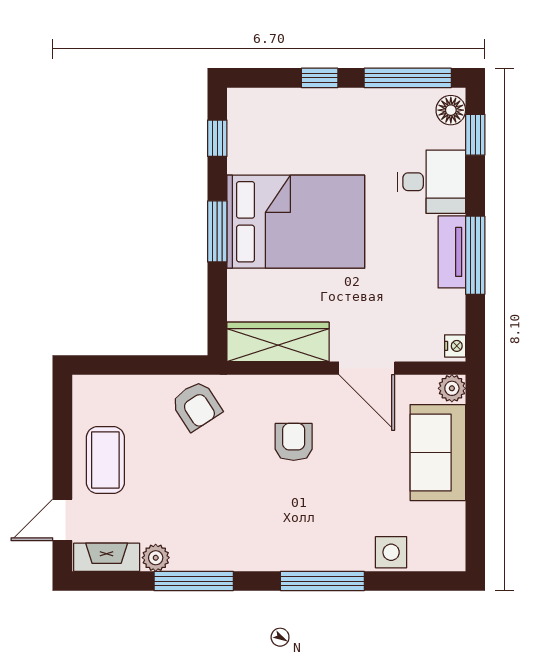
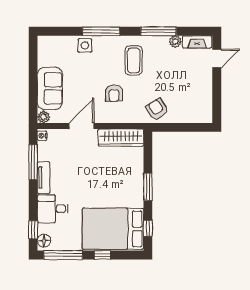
bed: (296, 222) -> (113, 229), moved
window: (475, 255) -> (33, 162), moved
door: (367, 368) -> (81, 126), hinge flipped
coffee table: (105, 460) -> (134, 60), moved
side table: (391, 552) -> (85, 45), moved

